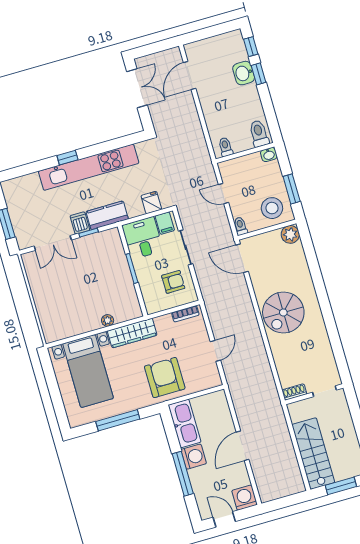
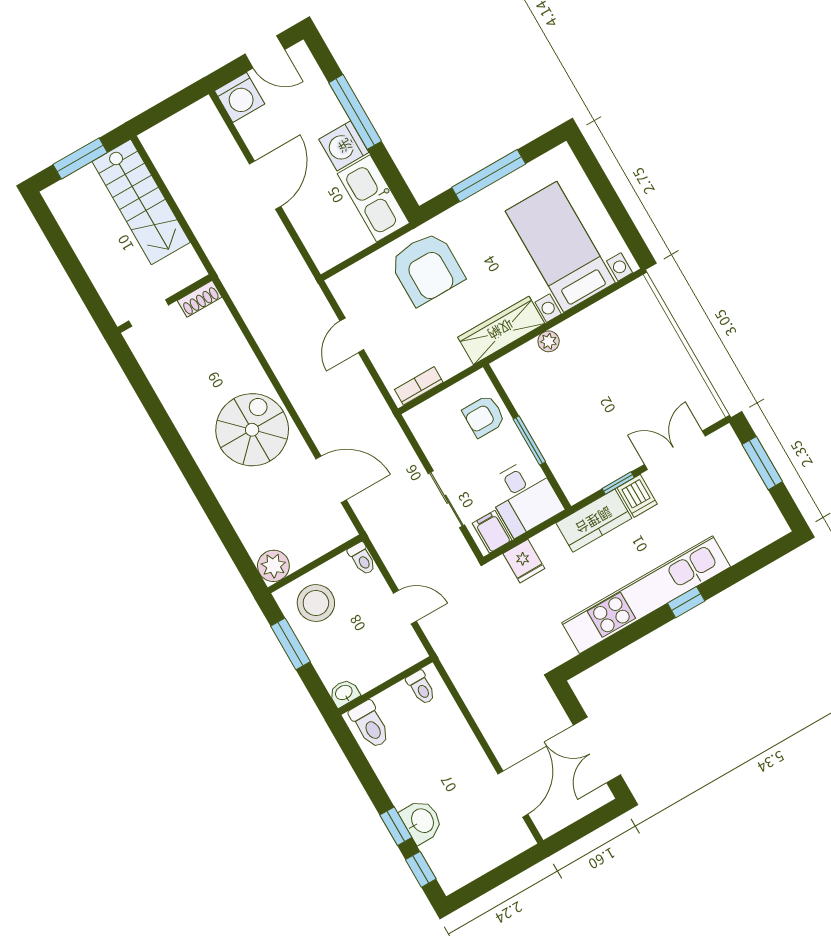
door: (242, 258) -> (331, 479), moved
armchair: (173, 282) -> (484, 416), moved

